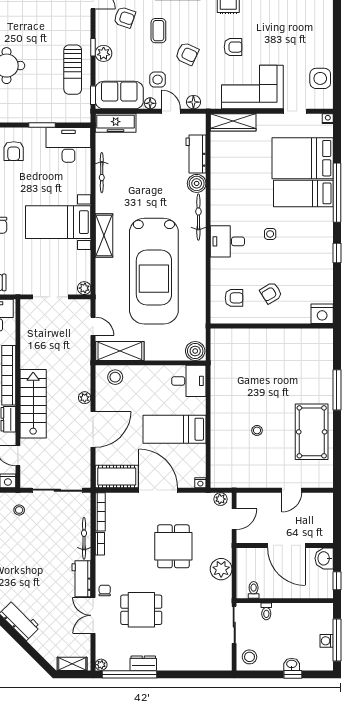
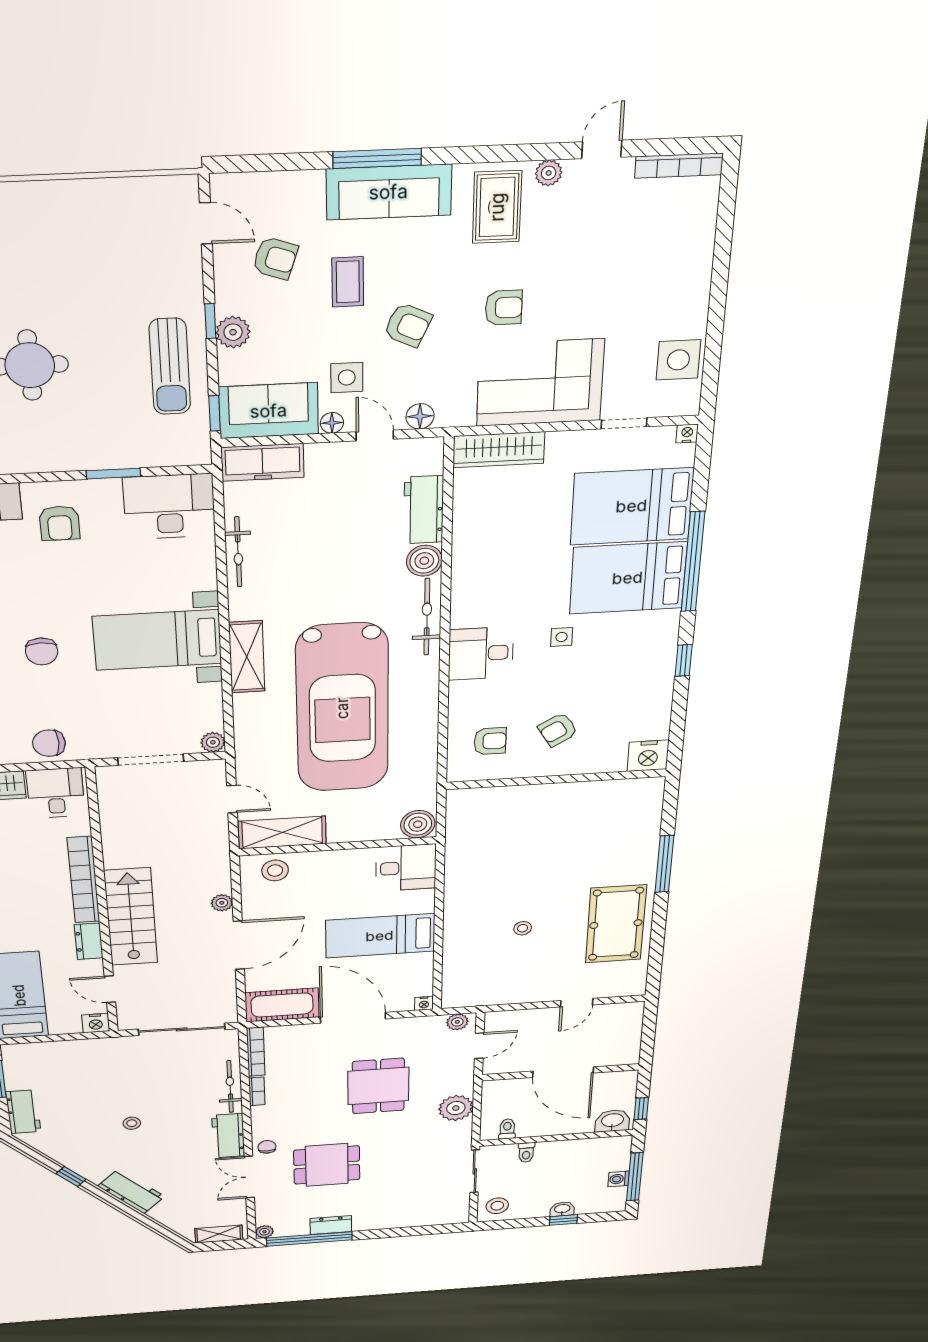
bed: (303, 193) -> (628, 578), width x1.50
stool: (19, 510) -> (132, 1123), moved
washbasin: (324, 558) -> (612, 1121), moved, turned 90

